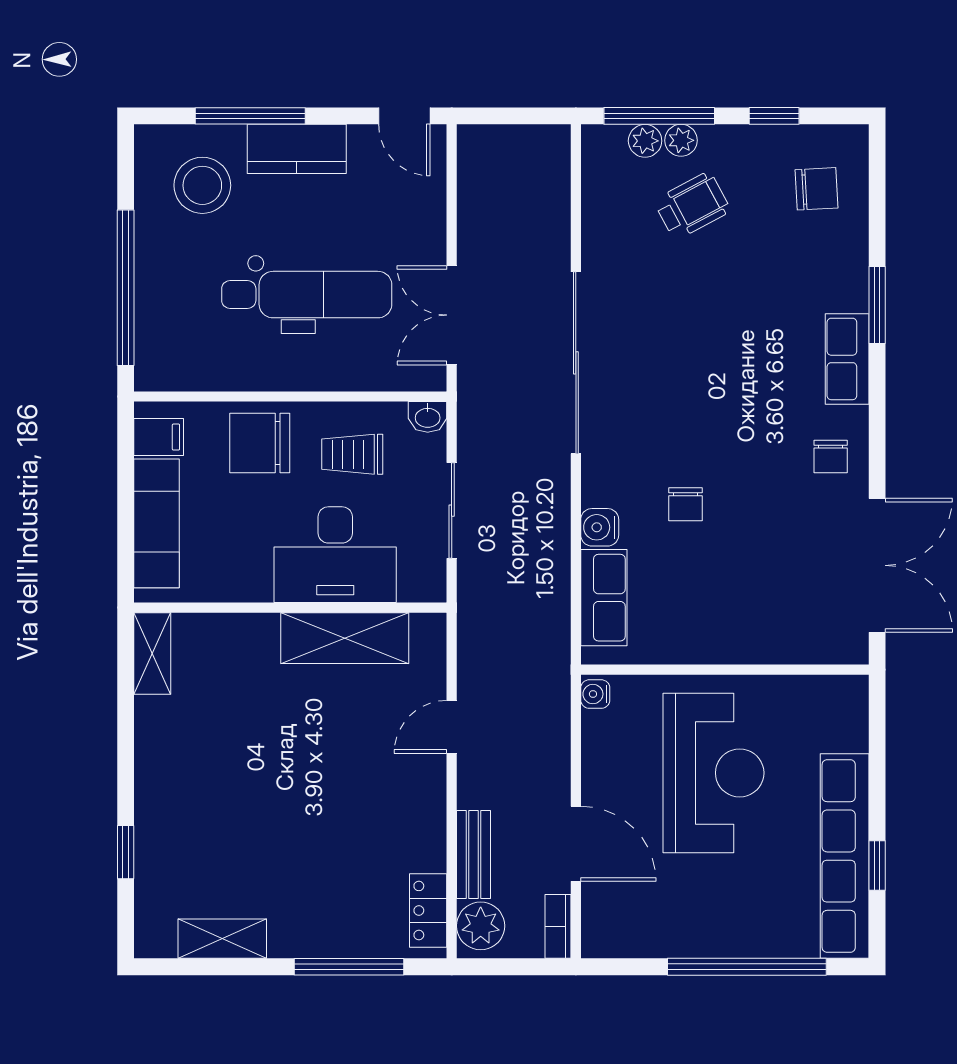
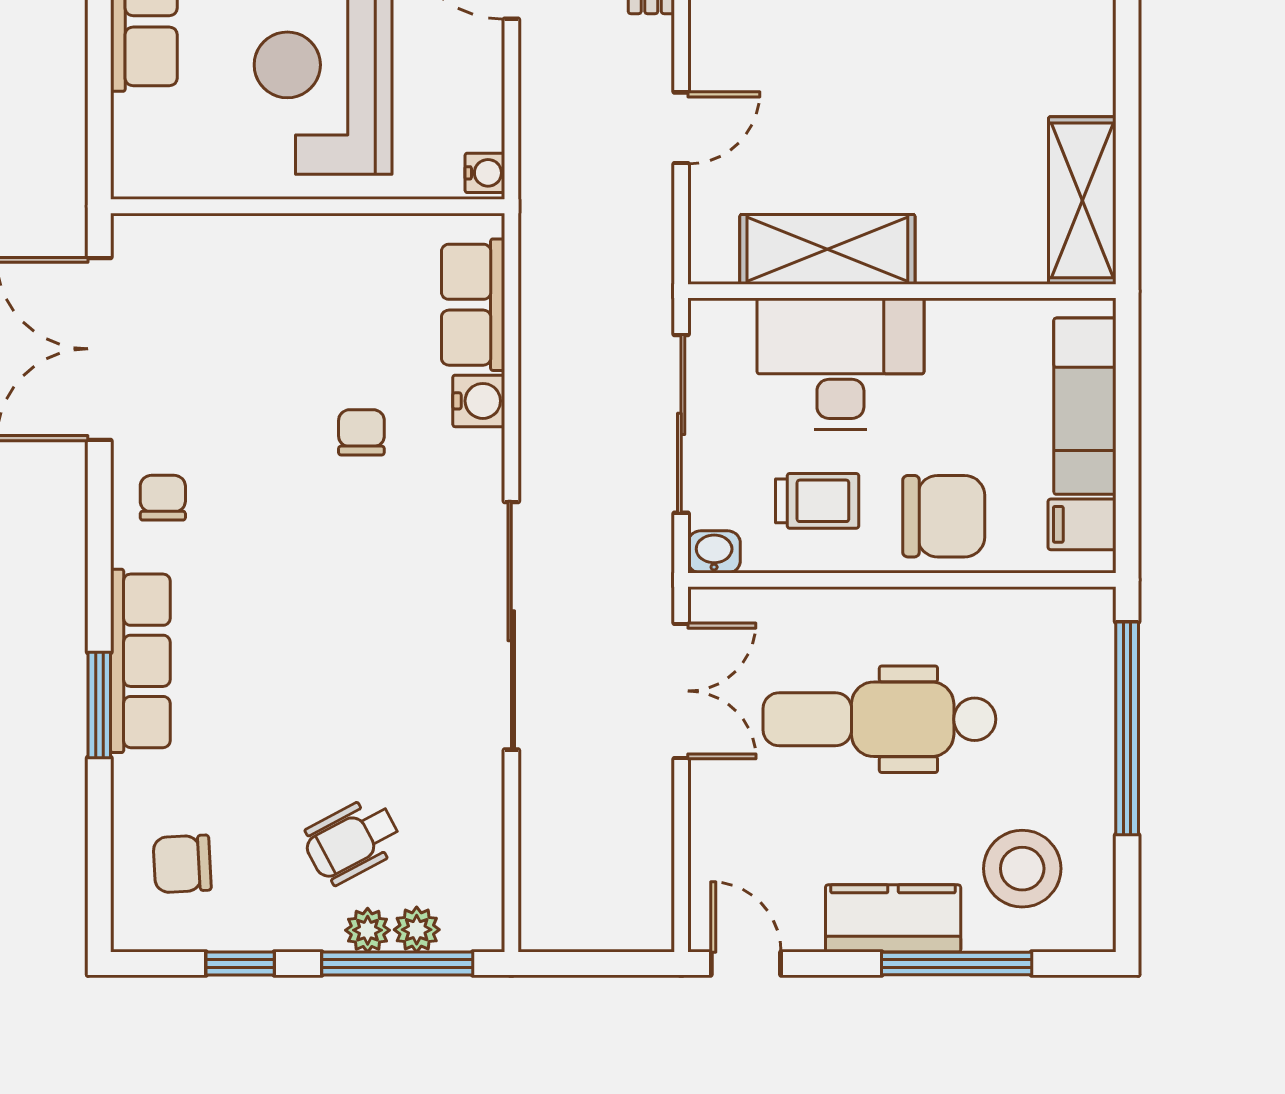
row of seats: (847, 359) -> (140, 661), width x1.48
sliding door: (452, 511) -> (681, 424), width x1.37
shelving: (152, 653) -> (1082, 200), width x1.50, depth x1.33

